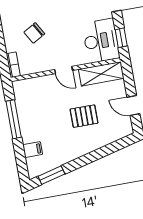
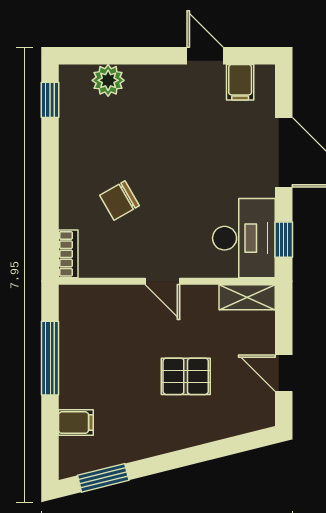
shelving: (101, 74) -> (247, 297), width x0.67, depth x0.75

